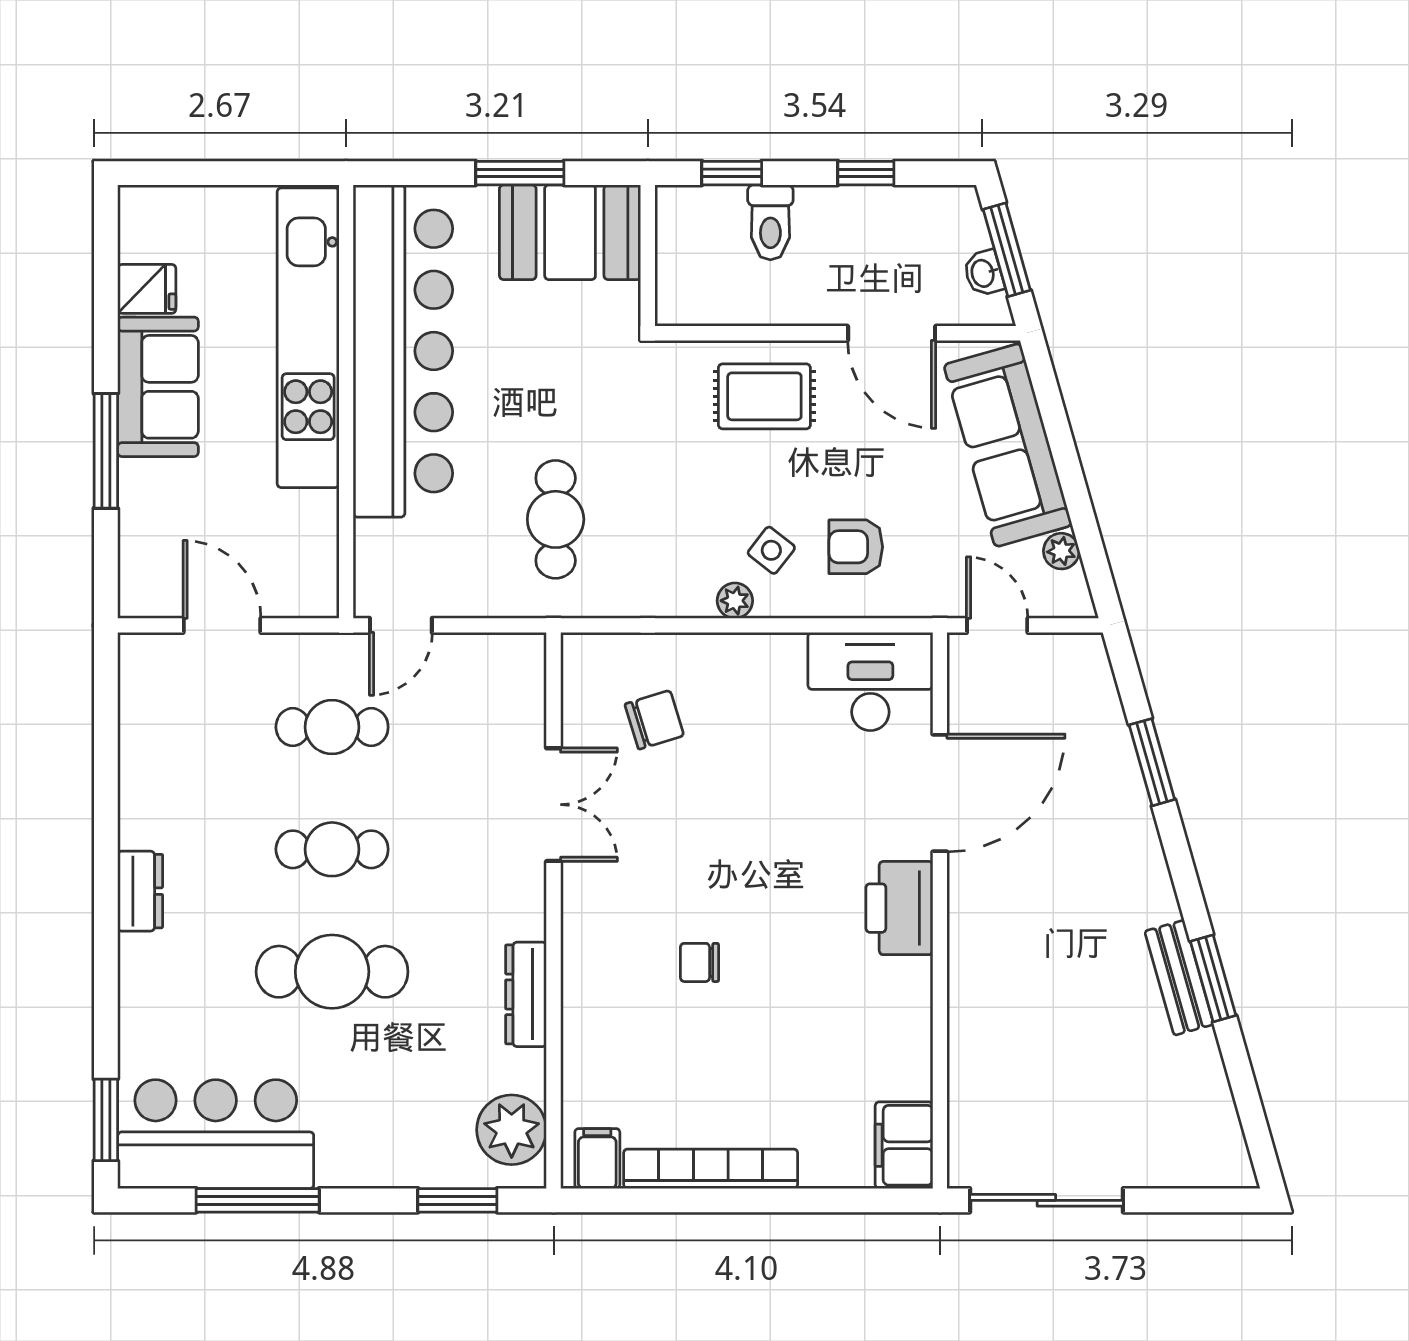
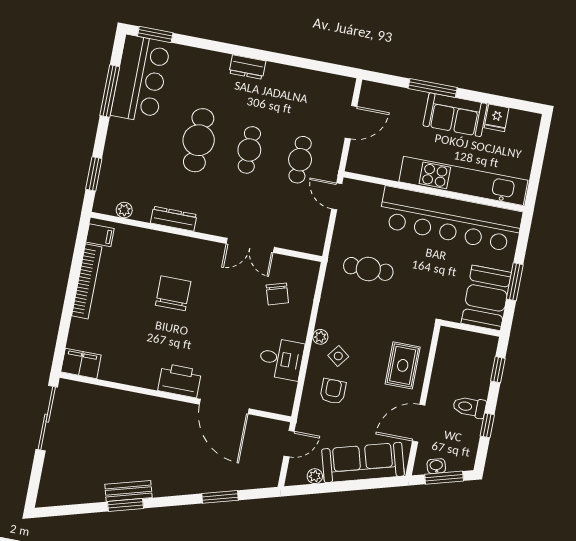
toilet: (770, 222) -> (469, 407), moved
desk: (870, 682) -> (281, 359), moved, width x0.73
chair: (700, 962) -> (173, 293), width x1.87, depth x1.87
plant: (512, 1130) -> (124, 210), width x0.53, depth x0.53

